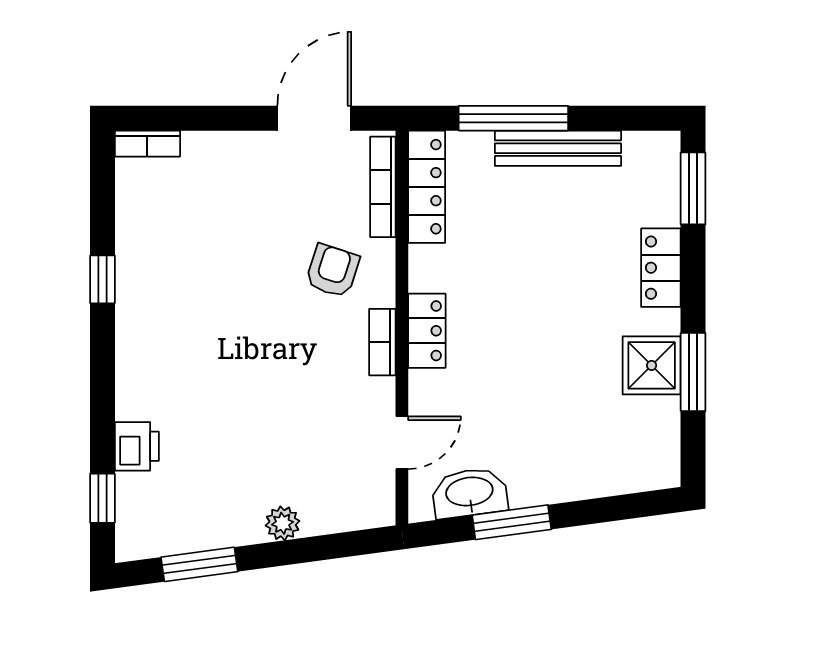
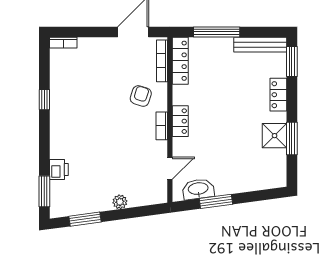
bench: (558, 148) -> (260, 45), moved
window: (102, 498) -> (44, 191), width x1.50

